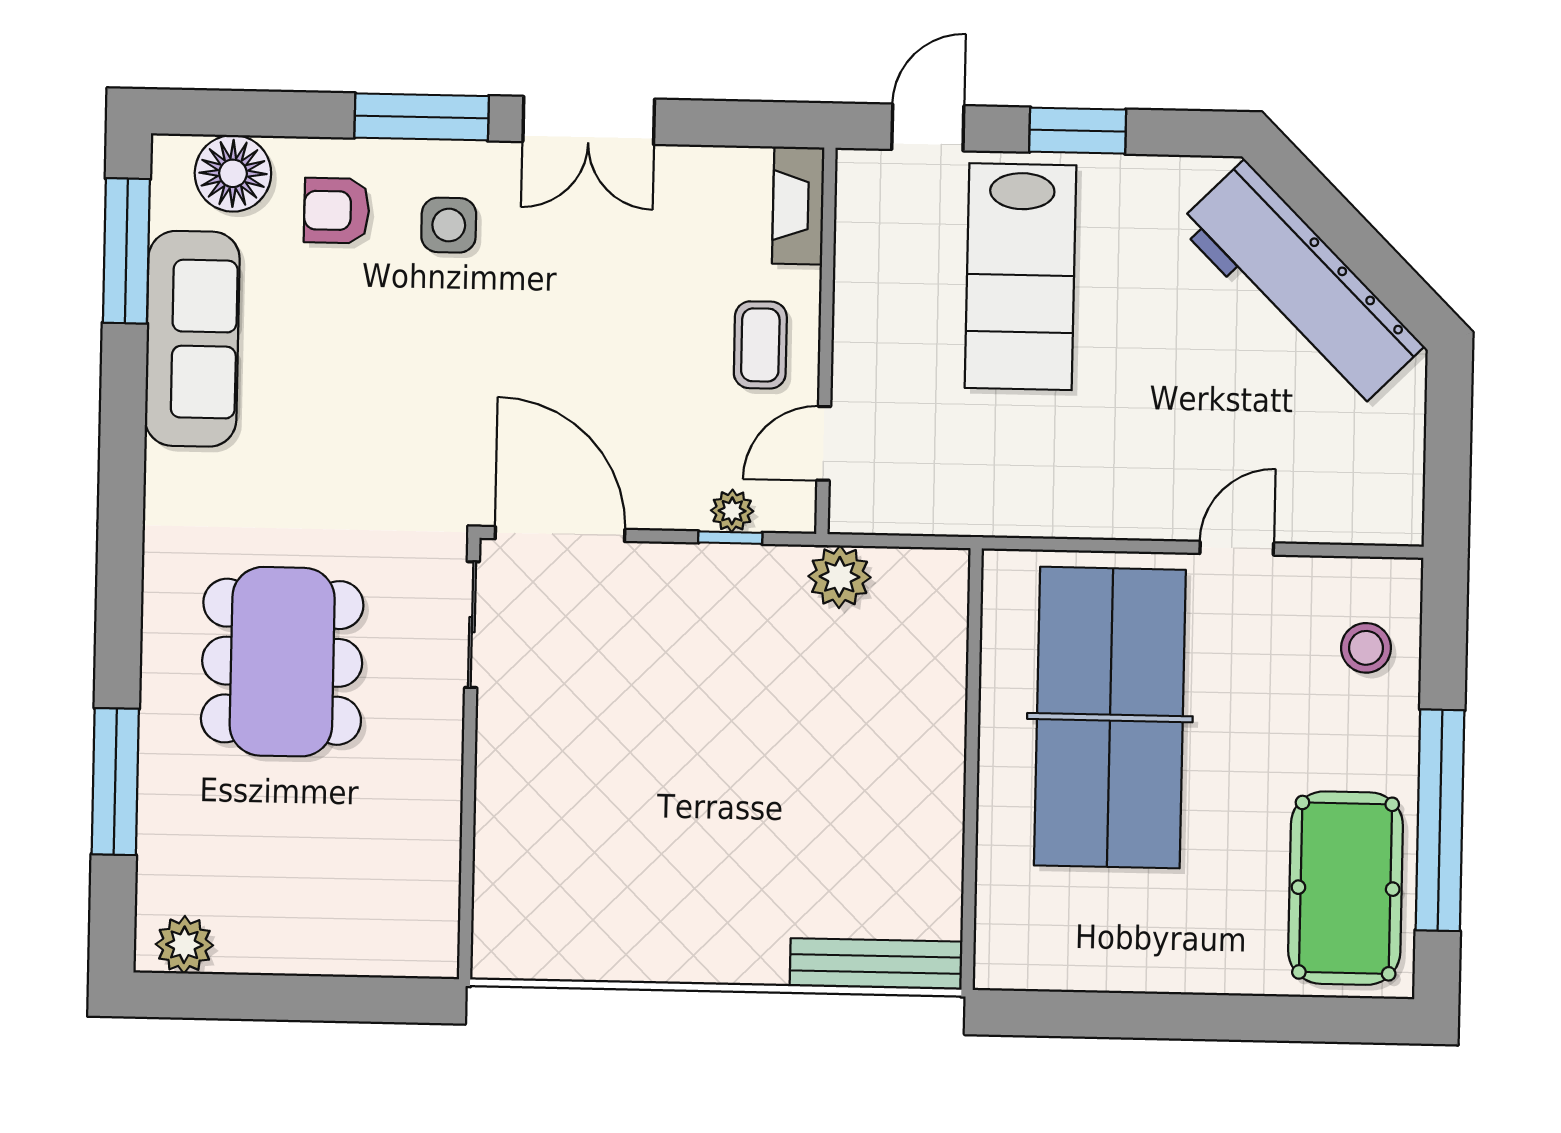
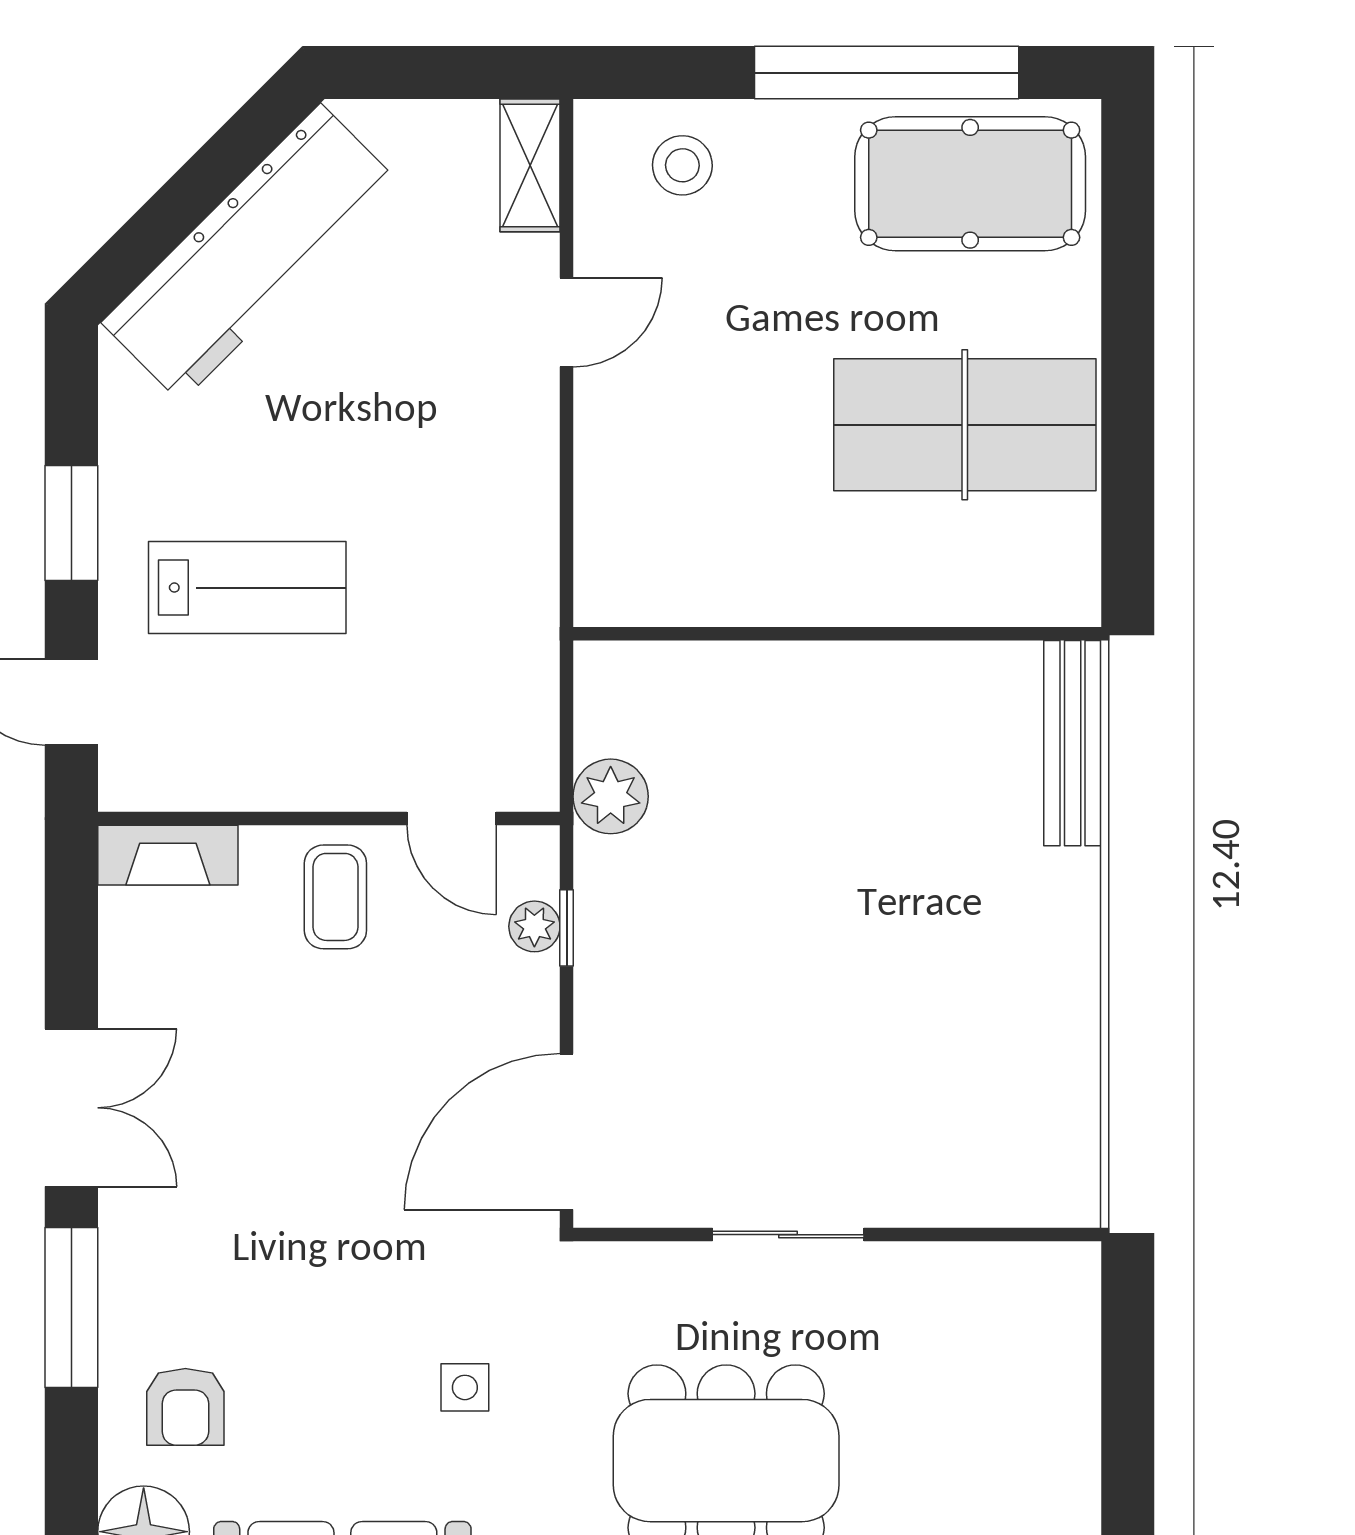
side table: (449, 225) -> (465, 1387), moved, width x0.73, depth x0.73
lab bench: (1021, 277) -> (247, 588), width x0.73, depth x0.72
coffee table: (760, 345) -> (335, 897), turned 90
shelving: (1369, 520) -> (530, 165), added
door: (1237, 548) -> (567, 322), swing flipped
sliding door: (472, 625) -> (788, 1235), moved
table tennis table: (1110, 718) -> (965, 425), moved, width x0.73, depth x0.76

